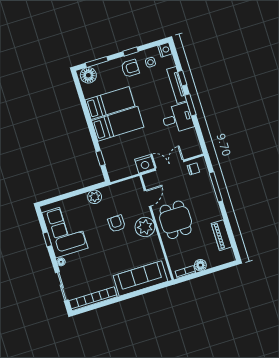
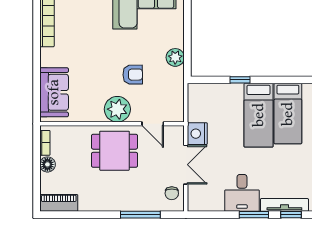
window: (100, 158) -> (240, 80), moved
piano: (222, 235) -> (59, 203), moved
sofa: (140, 278) -> (54, 92), width x0.73

